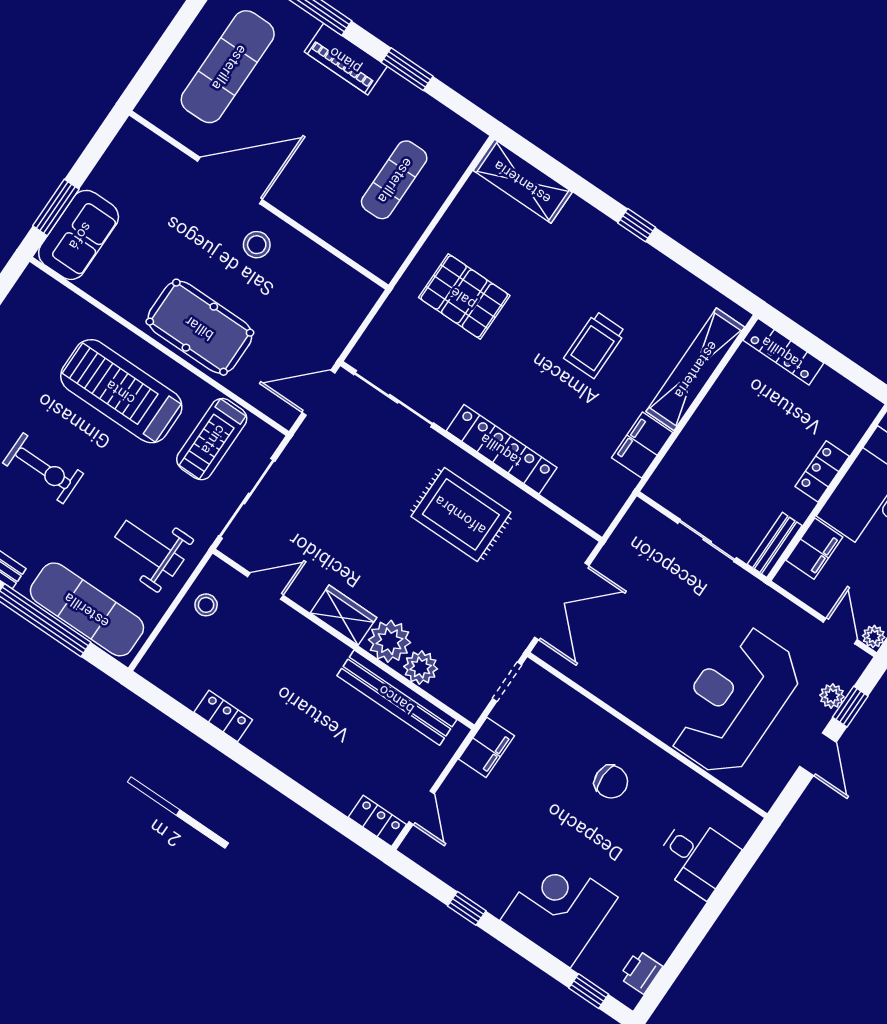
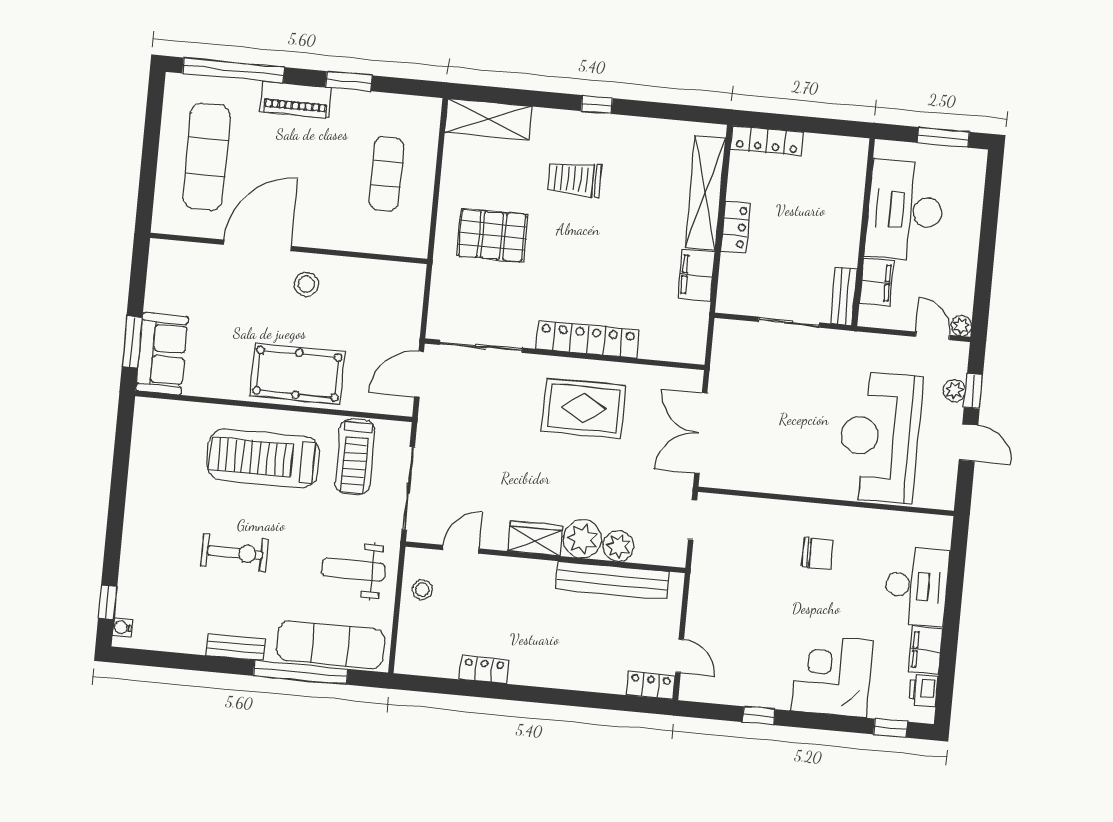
trolley: (595, 345) -> (575, 179), moved, turned 90
locker: (822, 471) -> (736, 227), moved, turned 180
double door: (562, 601) -> (701, 433), swing flipped
filing cabinet: (486, 747) -> (926, 650), moved, turned 180
desk: (697, 857) -> (916, 586), width x1.37

